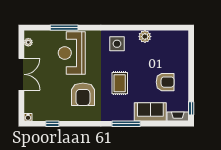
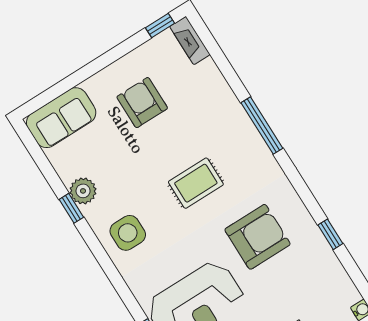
window: (141, 28) -> (71, 208), added
sofa: (150, 112) -> (61, 118), moved, turned -90
window: (52, 124) -> (330, 234), moved

